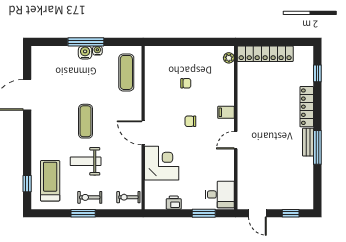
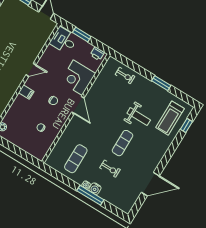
wall: (143, 128) -> (76, 109), moved
door: (143, 133) -> (78, 105), moved
corner desk: (162, 163) -> (78, 78), moved
exercise bike: (90, 197) -> (110, 169), moved

